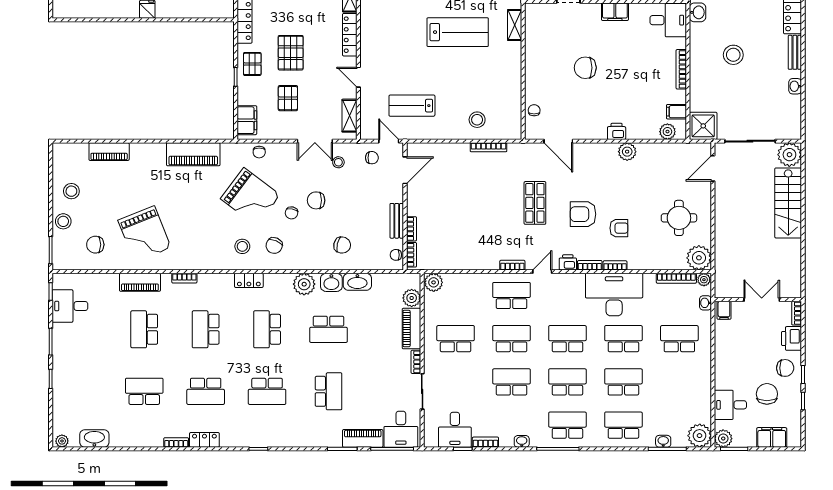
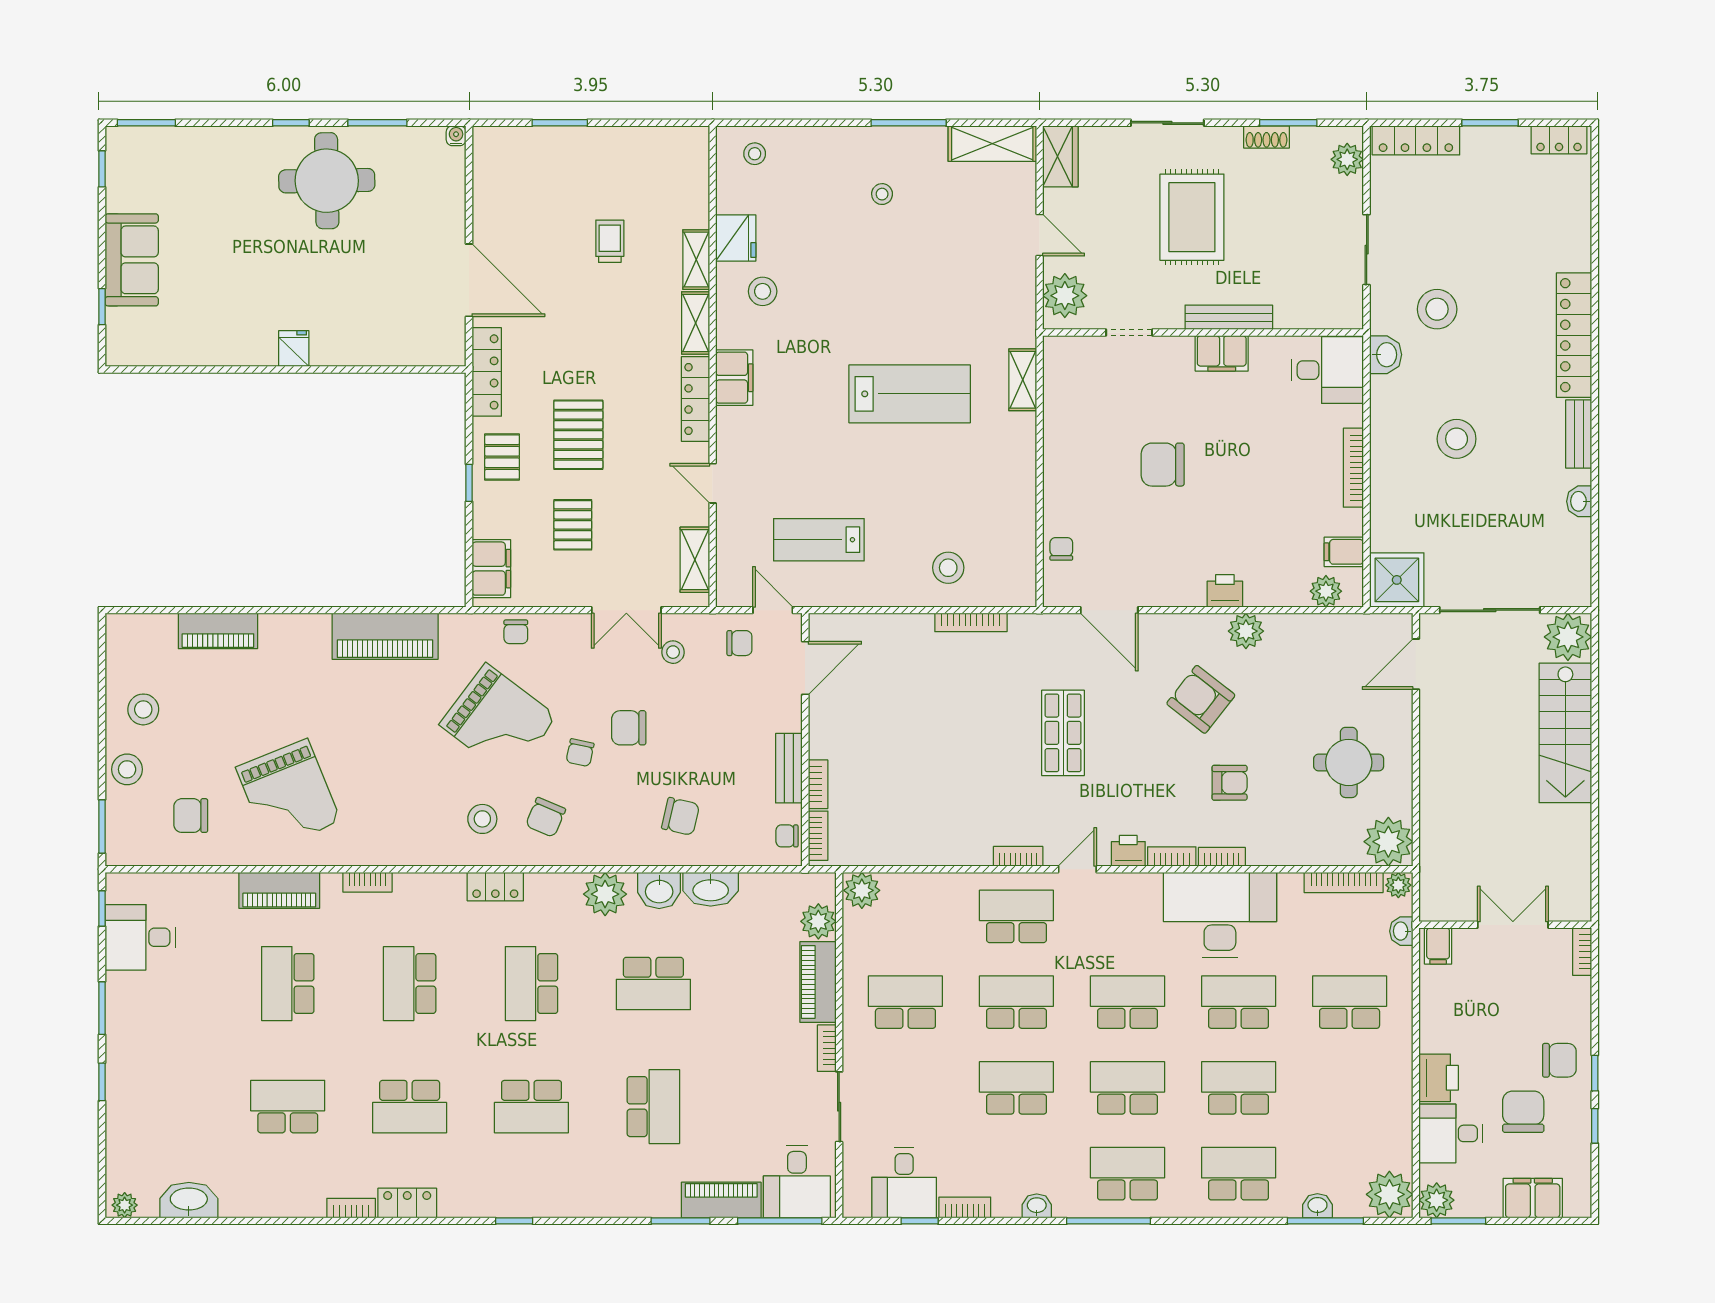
filing cabinet: (369, 24) -> (734, 378), added
armchair: (583, 214) -> (1201, 699), moved, turned 38
printer: (792, 338) -> (1439, 1078), moved, turned 180

